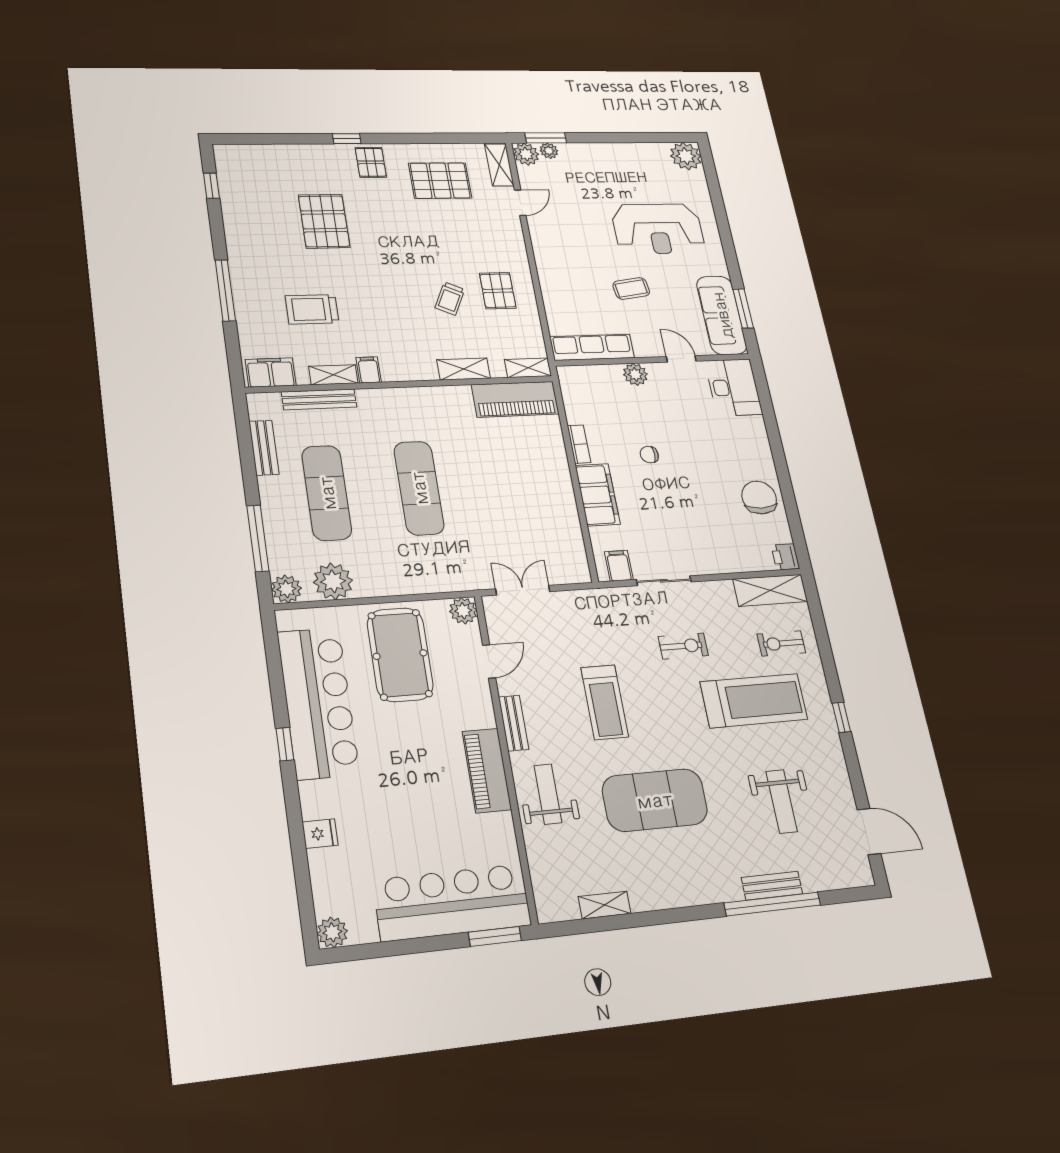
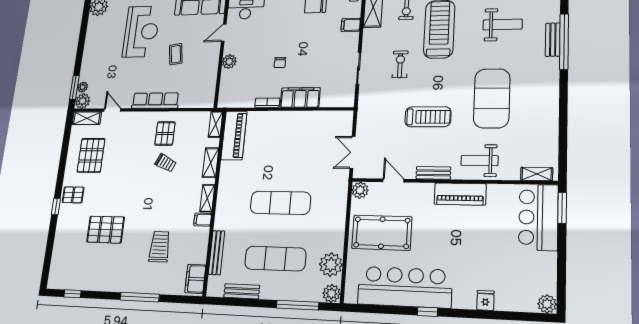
pallet: (498, 291) -> (165, 133), turned 90
trolley: (312, 309) -> (160, 247), turned 180
row of seats: (592, 347) -> (155, 101), moved, turned 90
shelving: (333, 375) -> (207, 198), moved
filing cabinet: (619, 566) -> (351, 25), moved
bar counter: (452, 902) -> (538, 217), width x0.73
shelving: (605, 905) -> (537, 174), moved, turned 90

